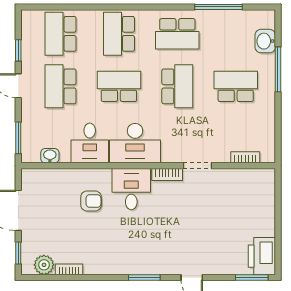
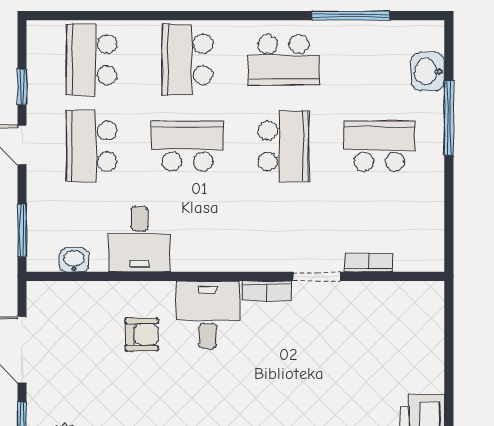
desk: (135, 143) -> (214, 239), removed
bookcase: (245, 157) -> (368, 263), moved

